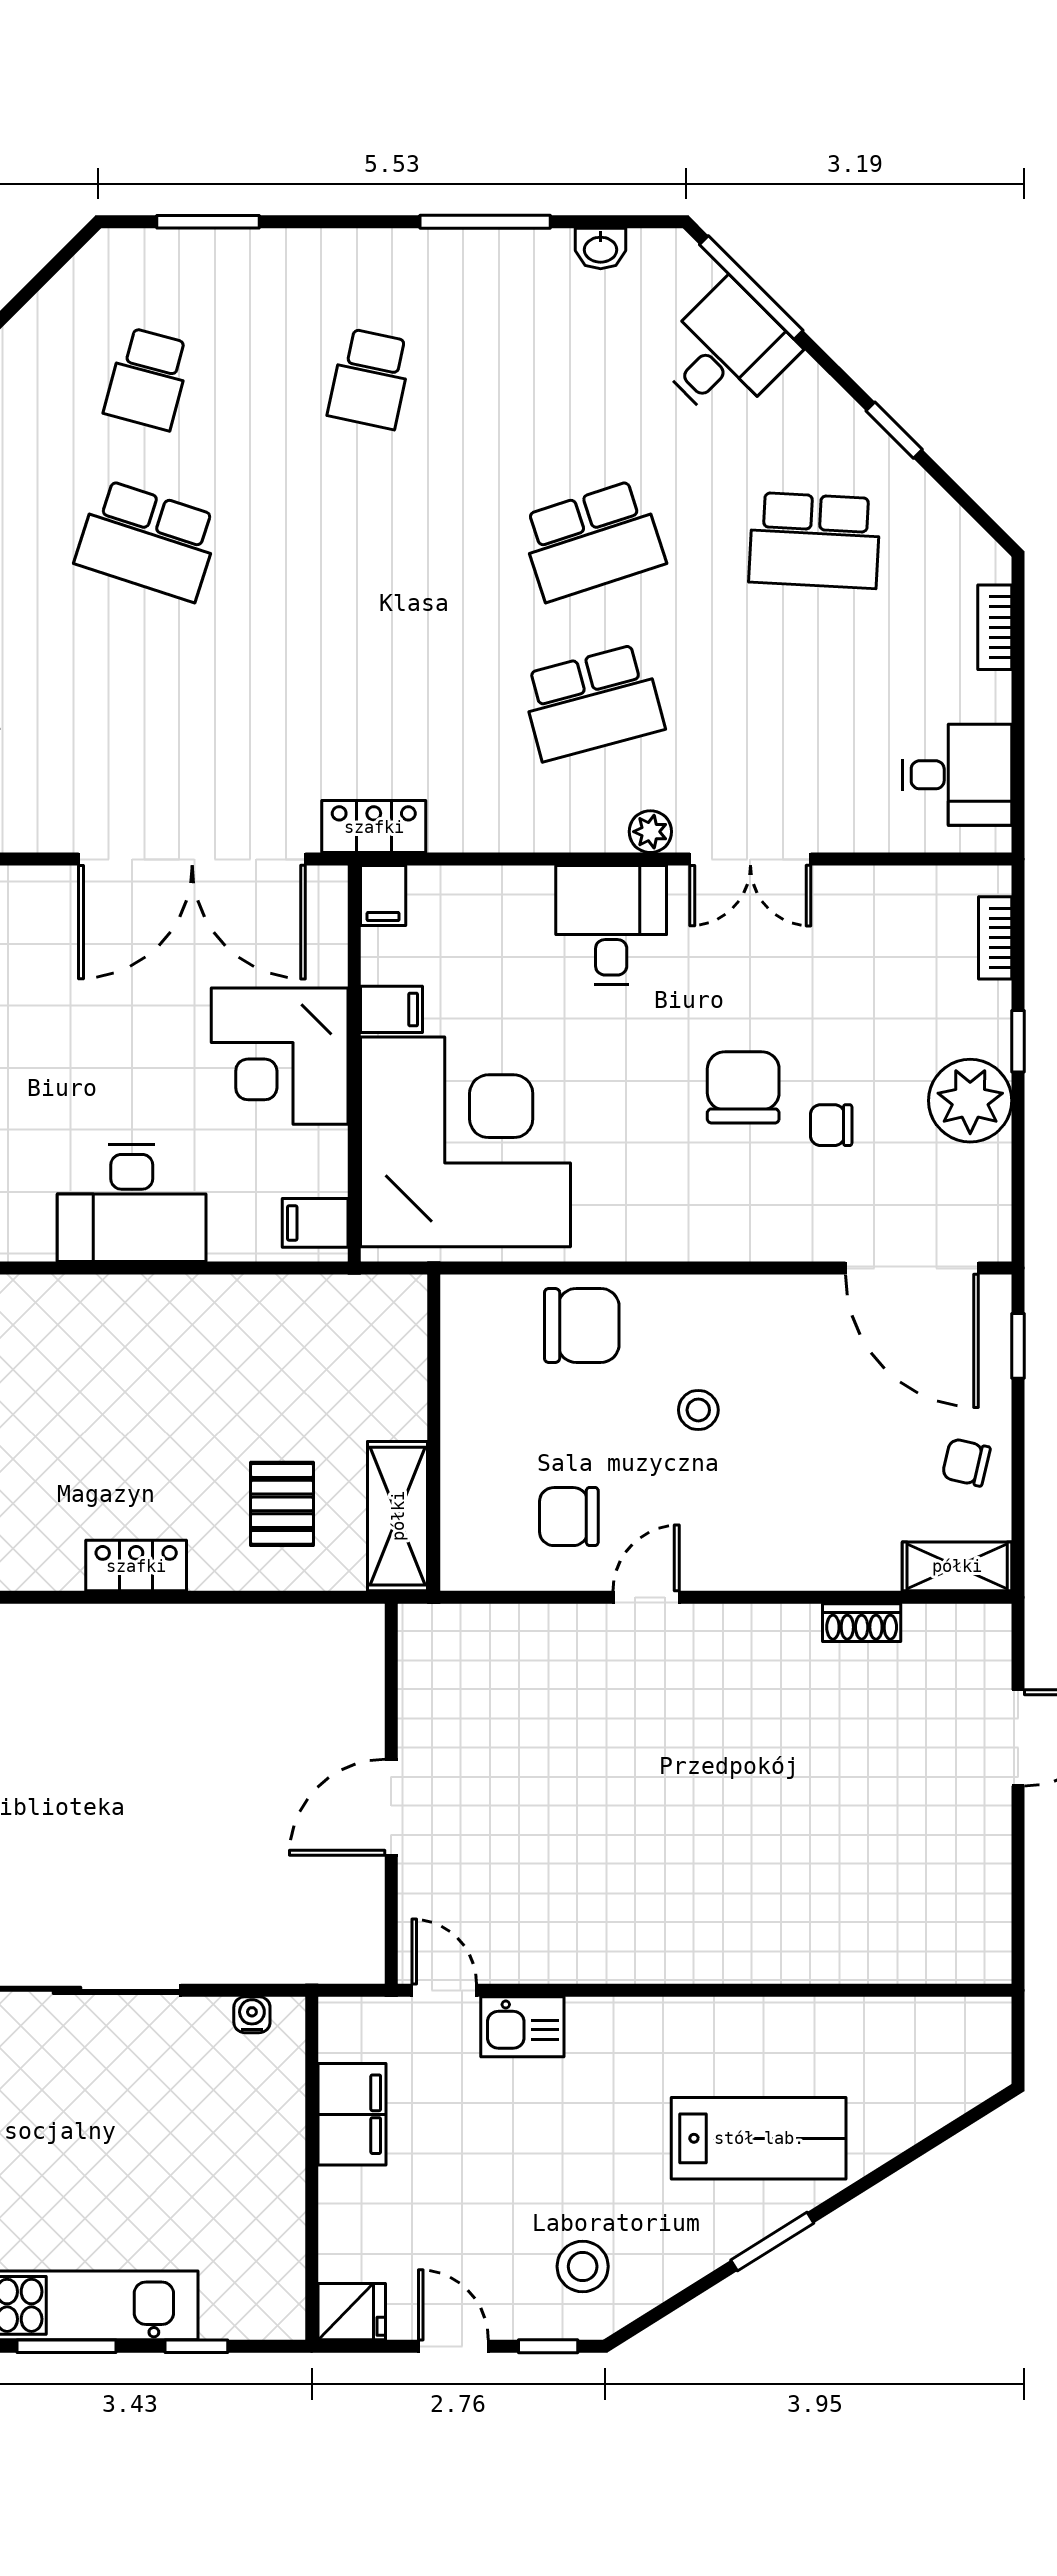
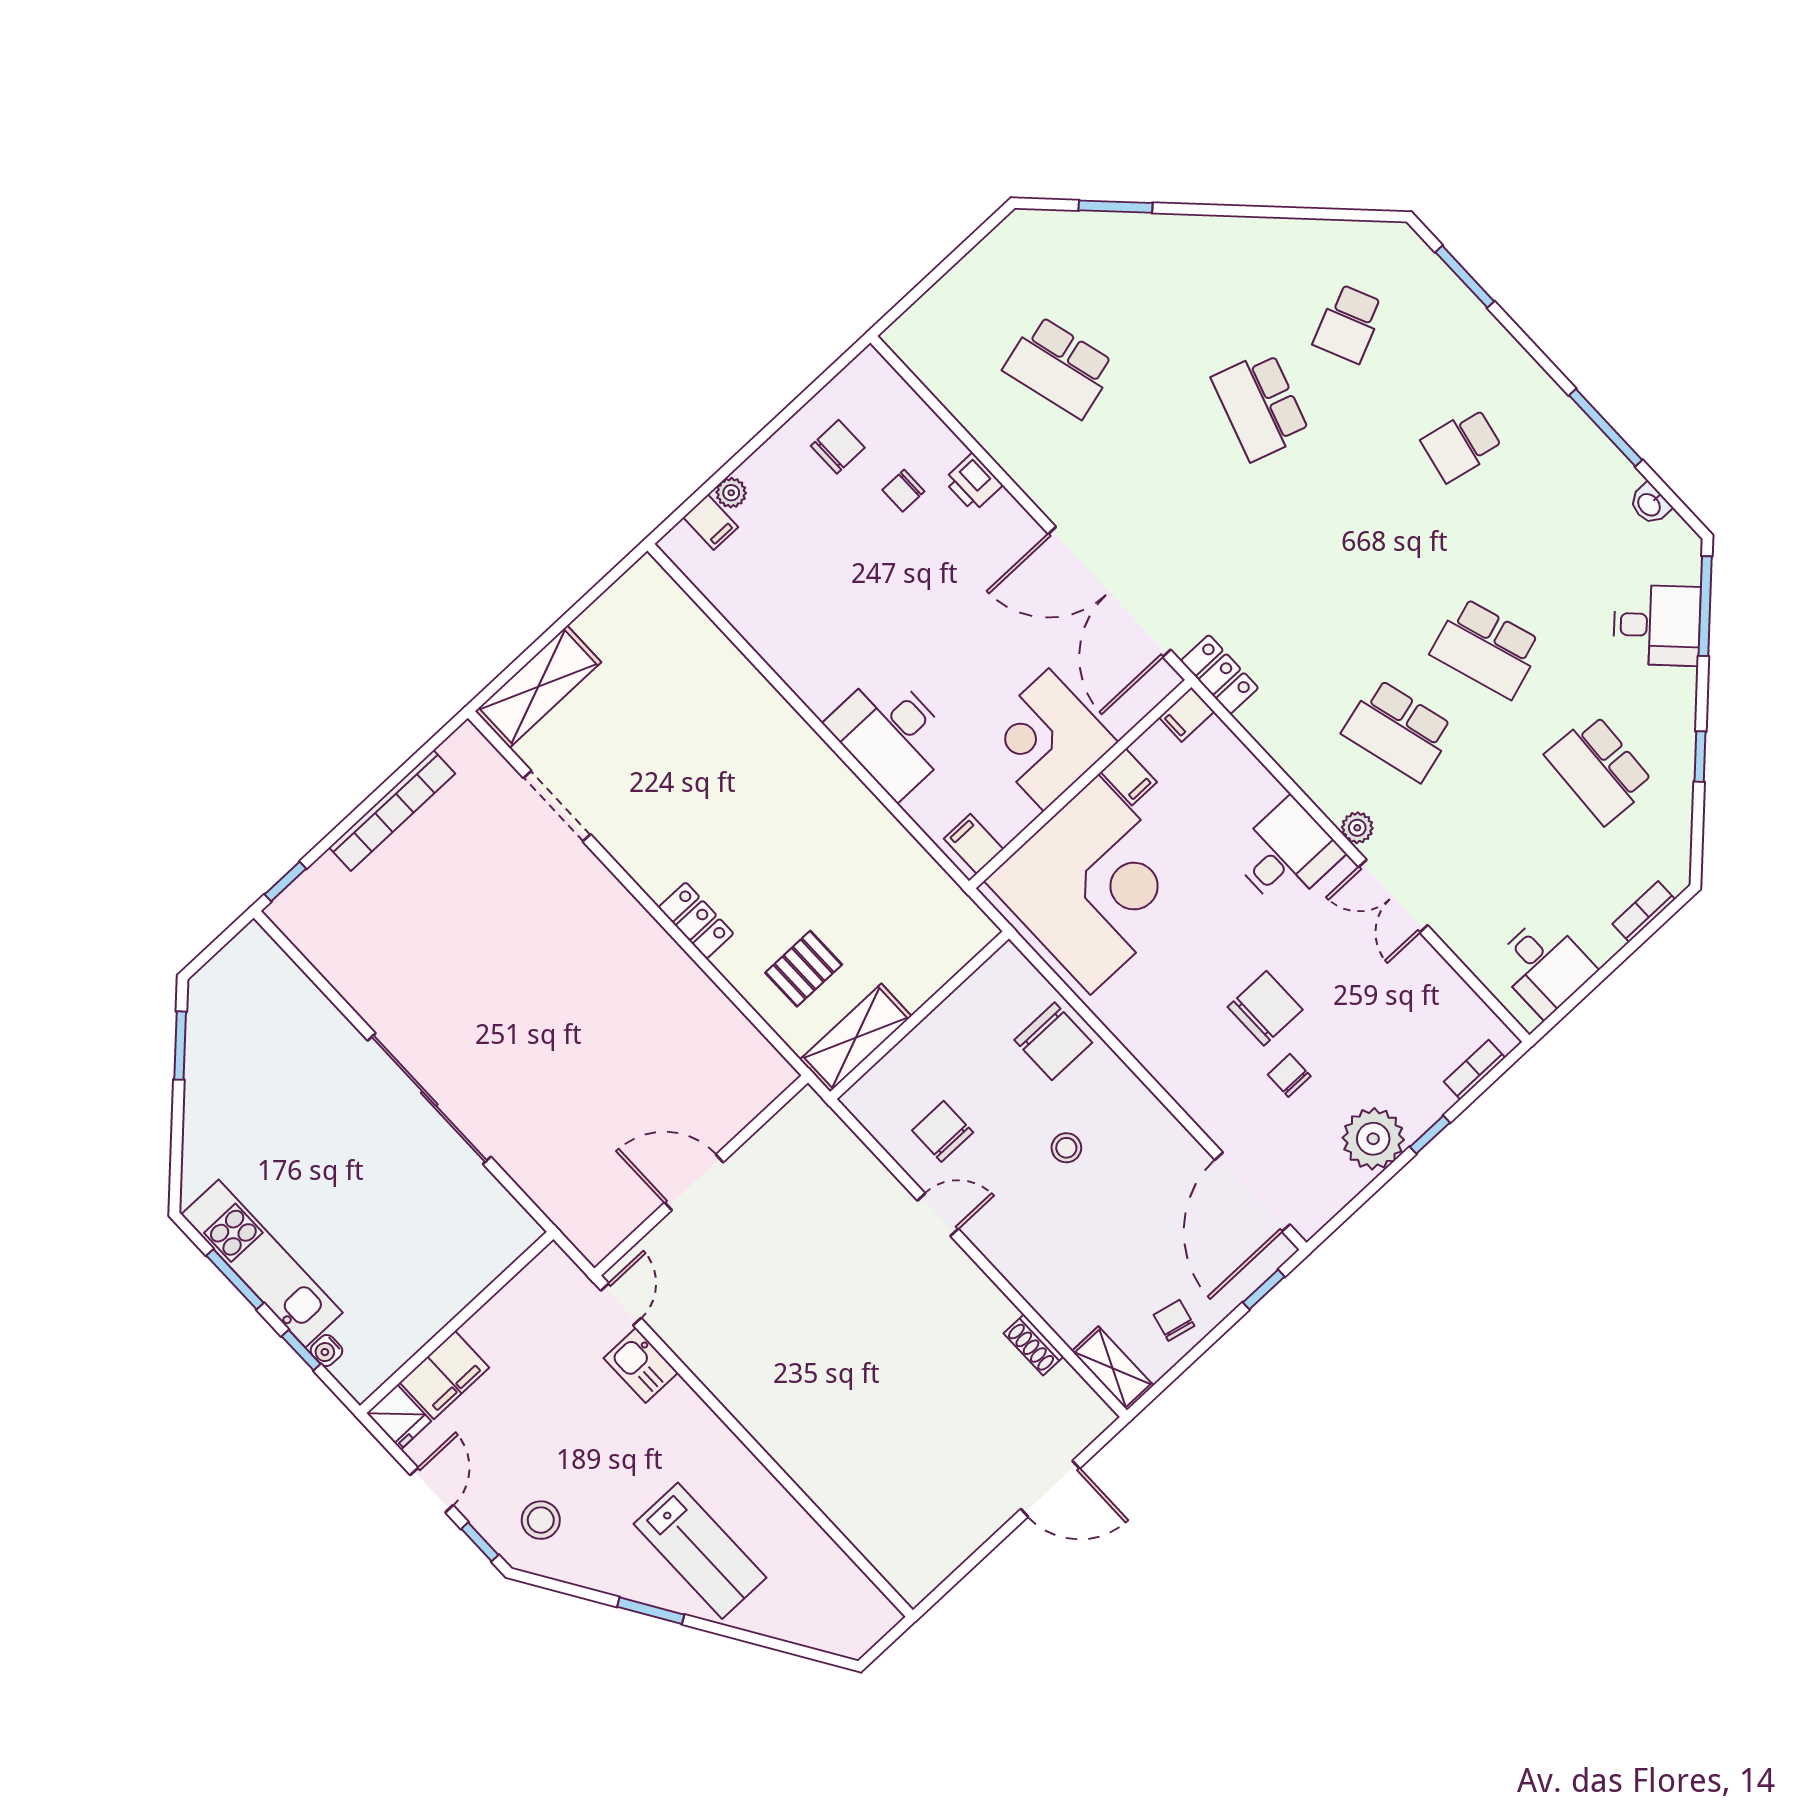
school desk: (148, 379) -> (1349, 324), turned -39
water cooler: (252, 2015) -> (326, 1351), moved, turned 180
filing cabinet: (352, 2114) -> (444, 1375), moved

